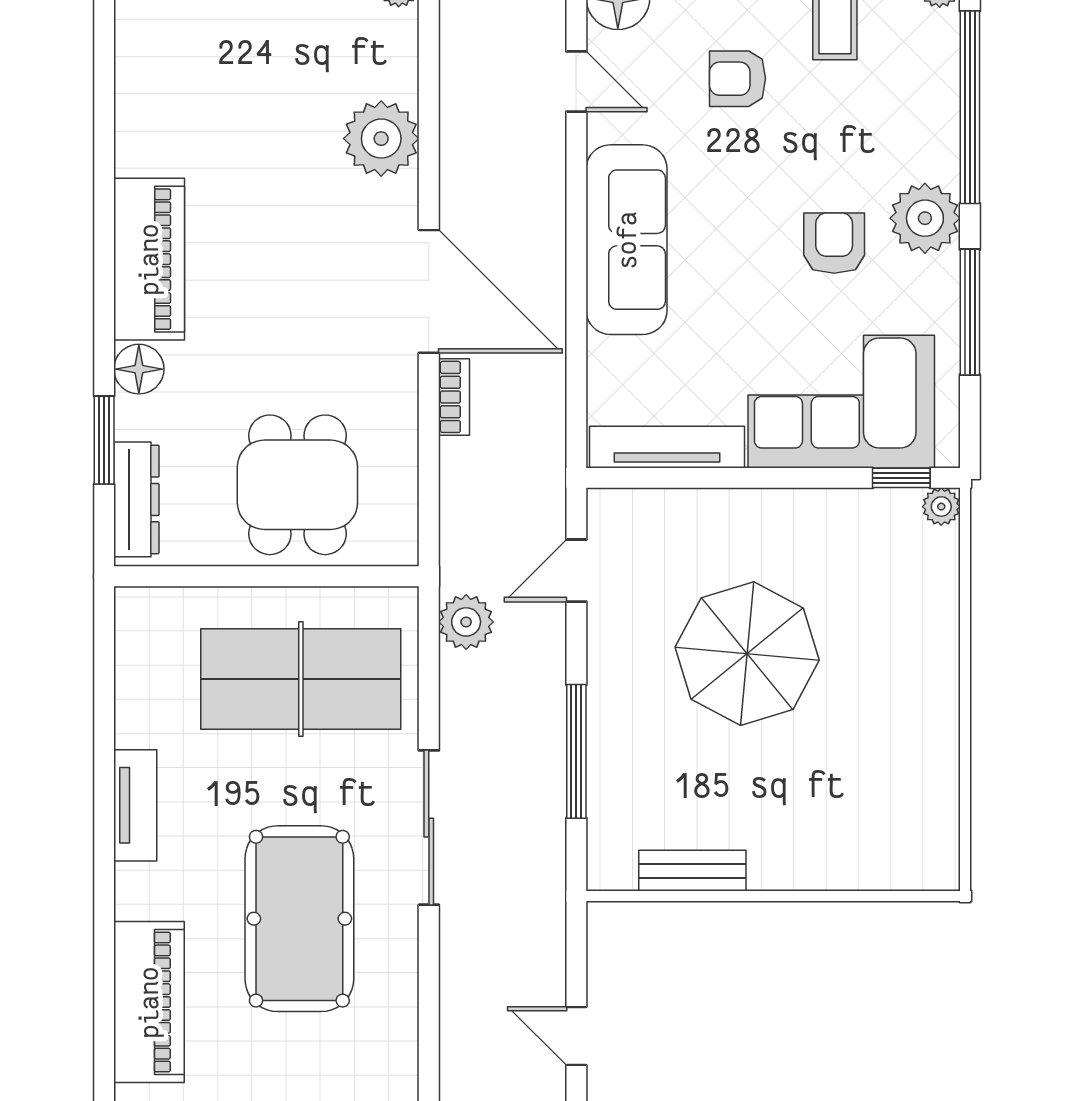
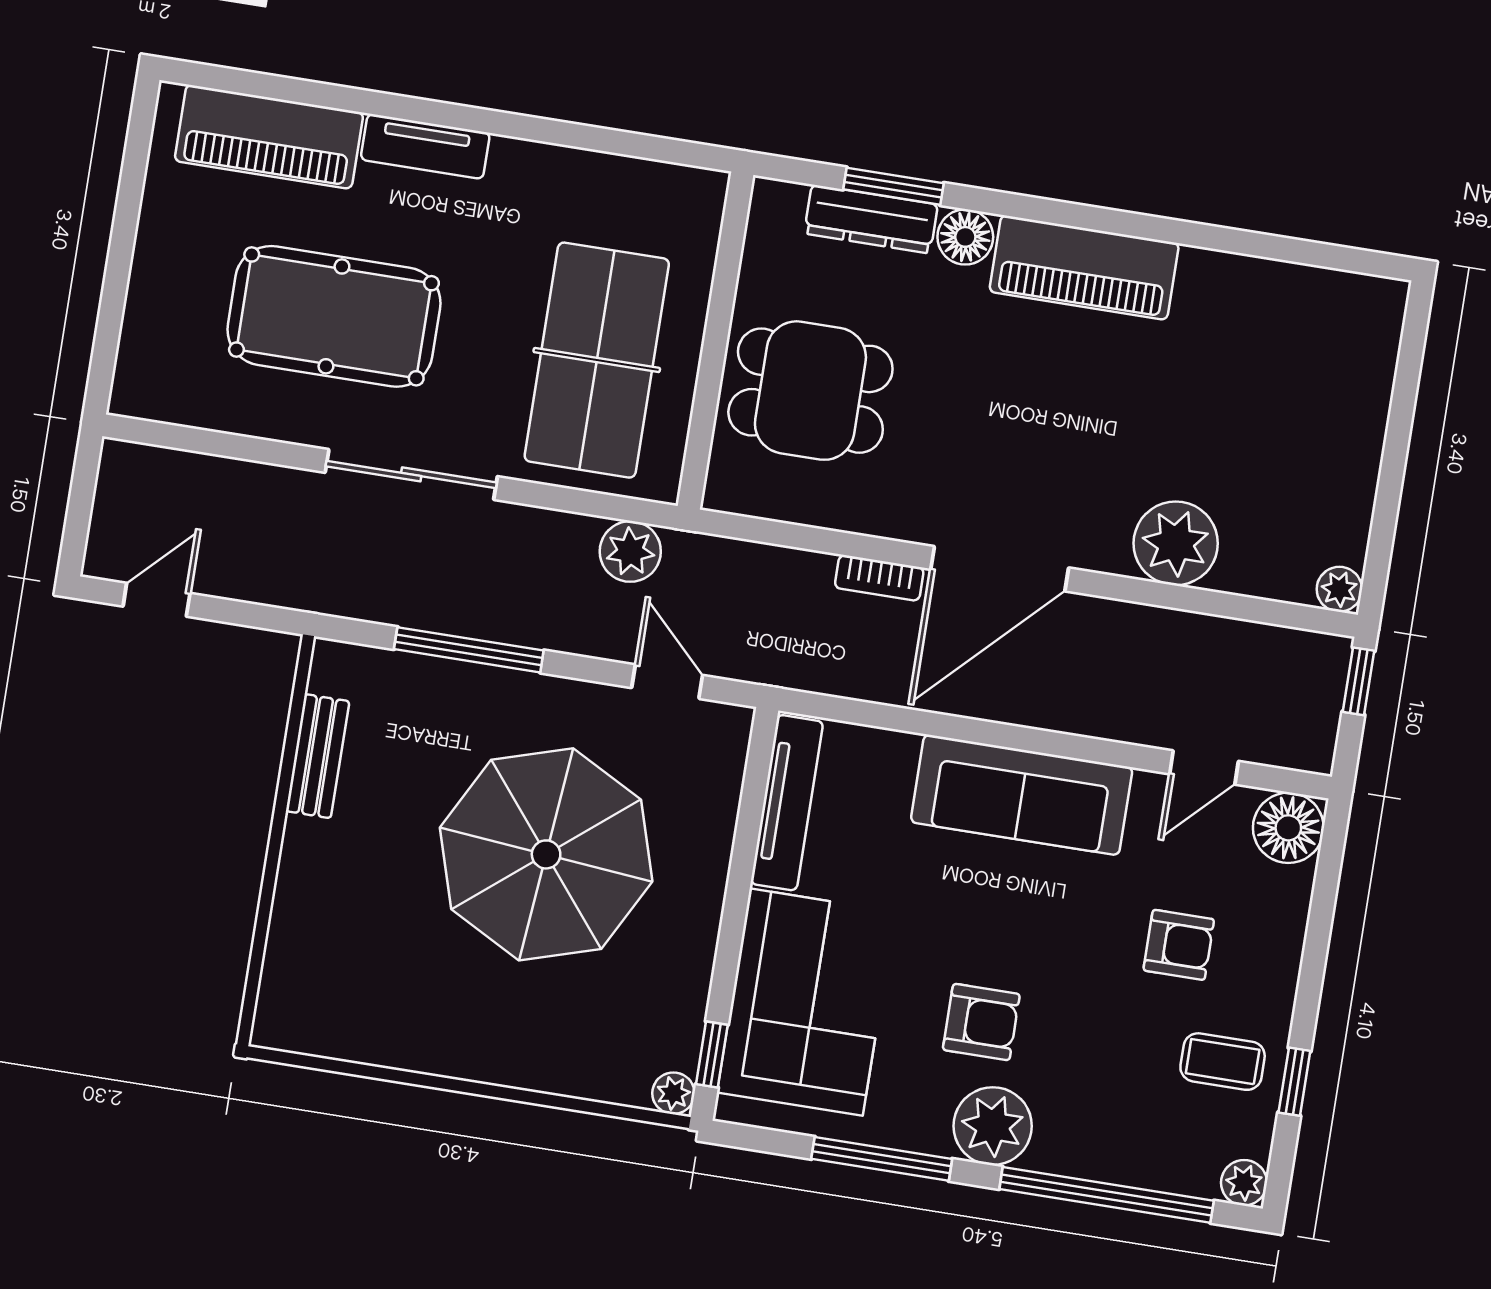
armchair: (737, 79) -> (1179, 945), turned 90
dresser: (136, 499) -> (871, 219), moved
parasol: (747, 654) -> (546, 854), width x1.36, depth x1.36
tv unit: (135, 805) -> (425, 146), moved

